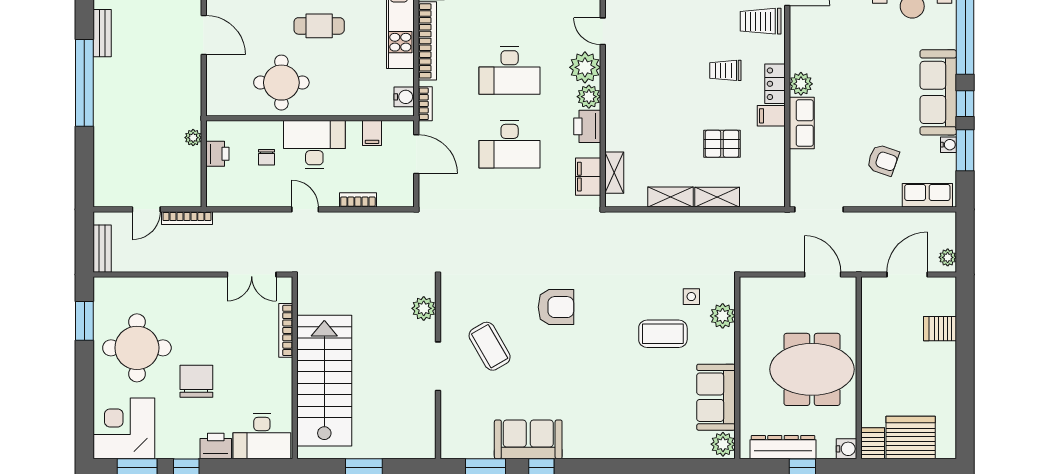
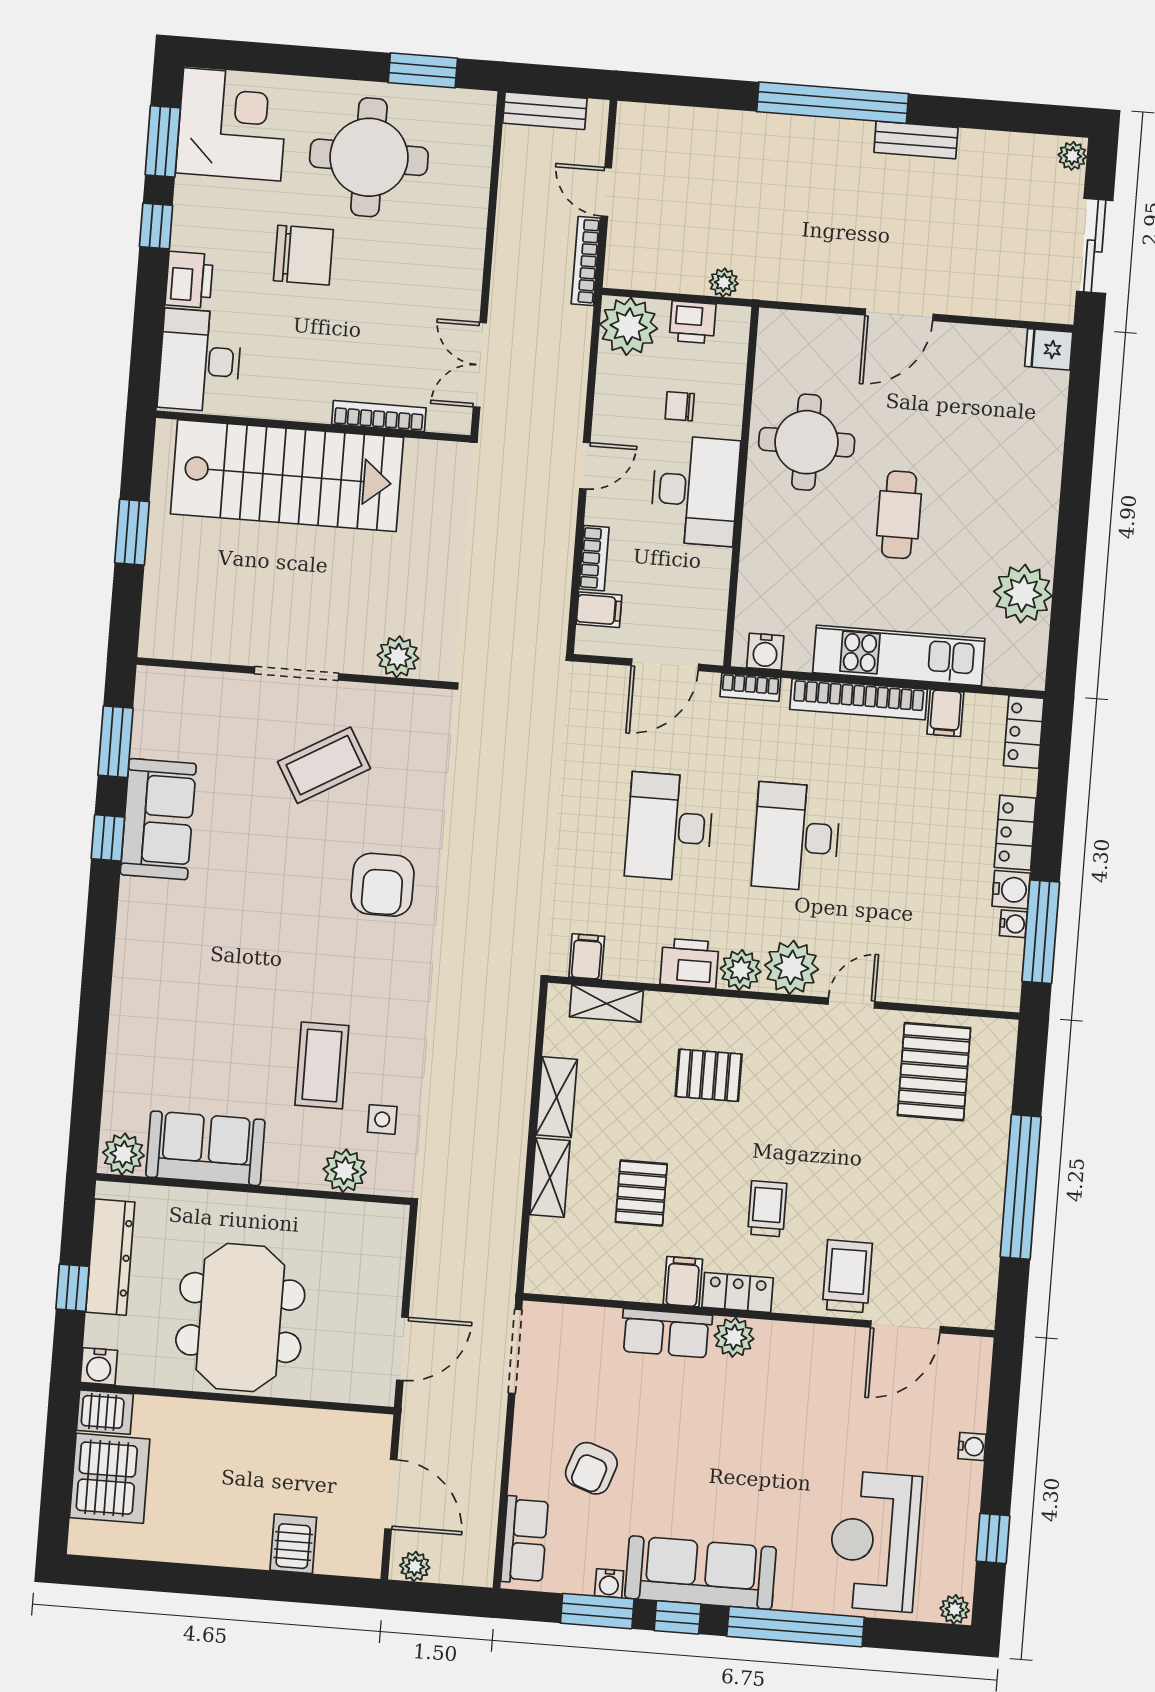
pallet: (651, 110) -> (709, 1075), added
filing cabinet: (372, 133) -> (599, 610), moved, turned 180
filing cabinet: (588, 177) -> (587, 957), width x0.50
plant: (223, 190) -> (629, 326), added

